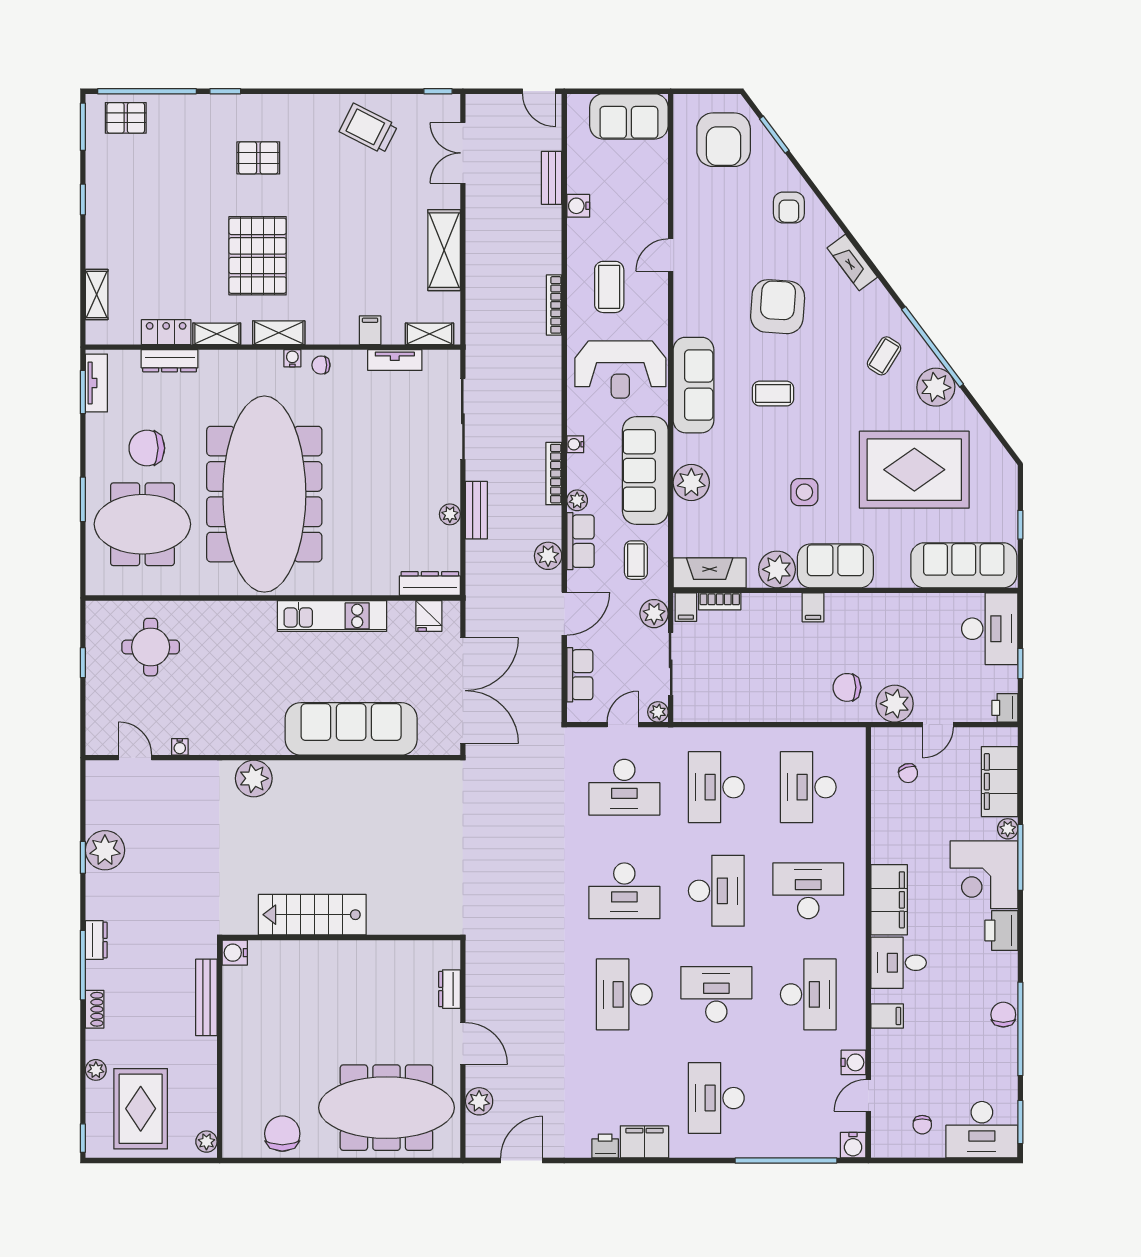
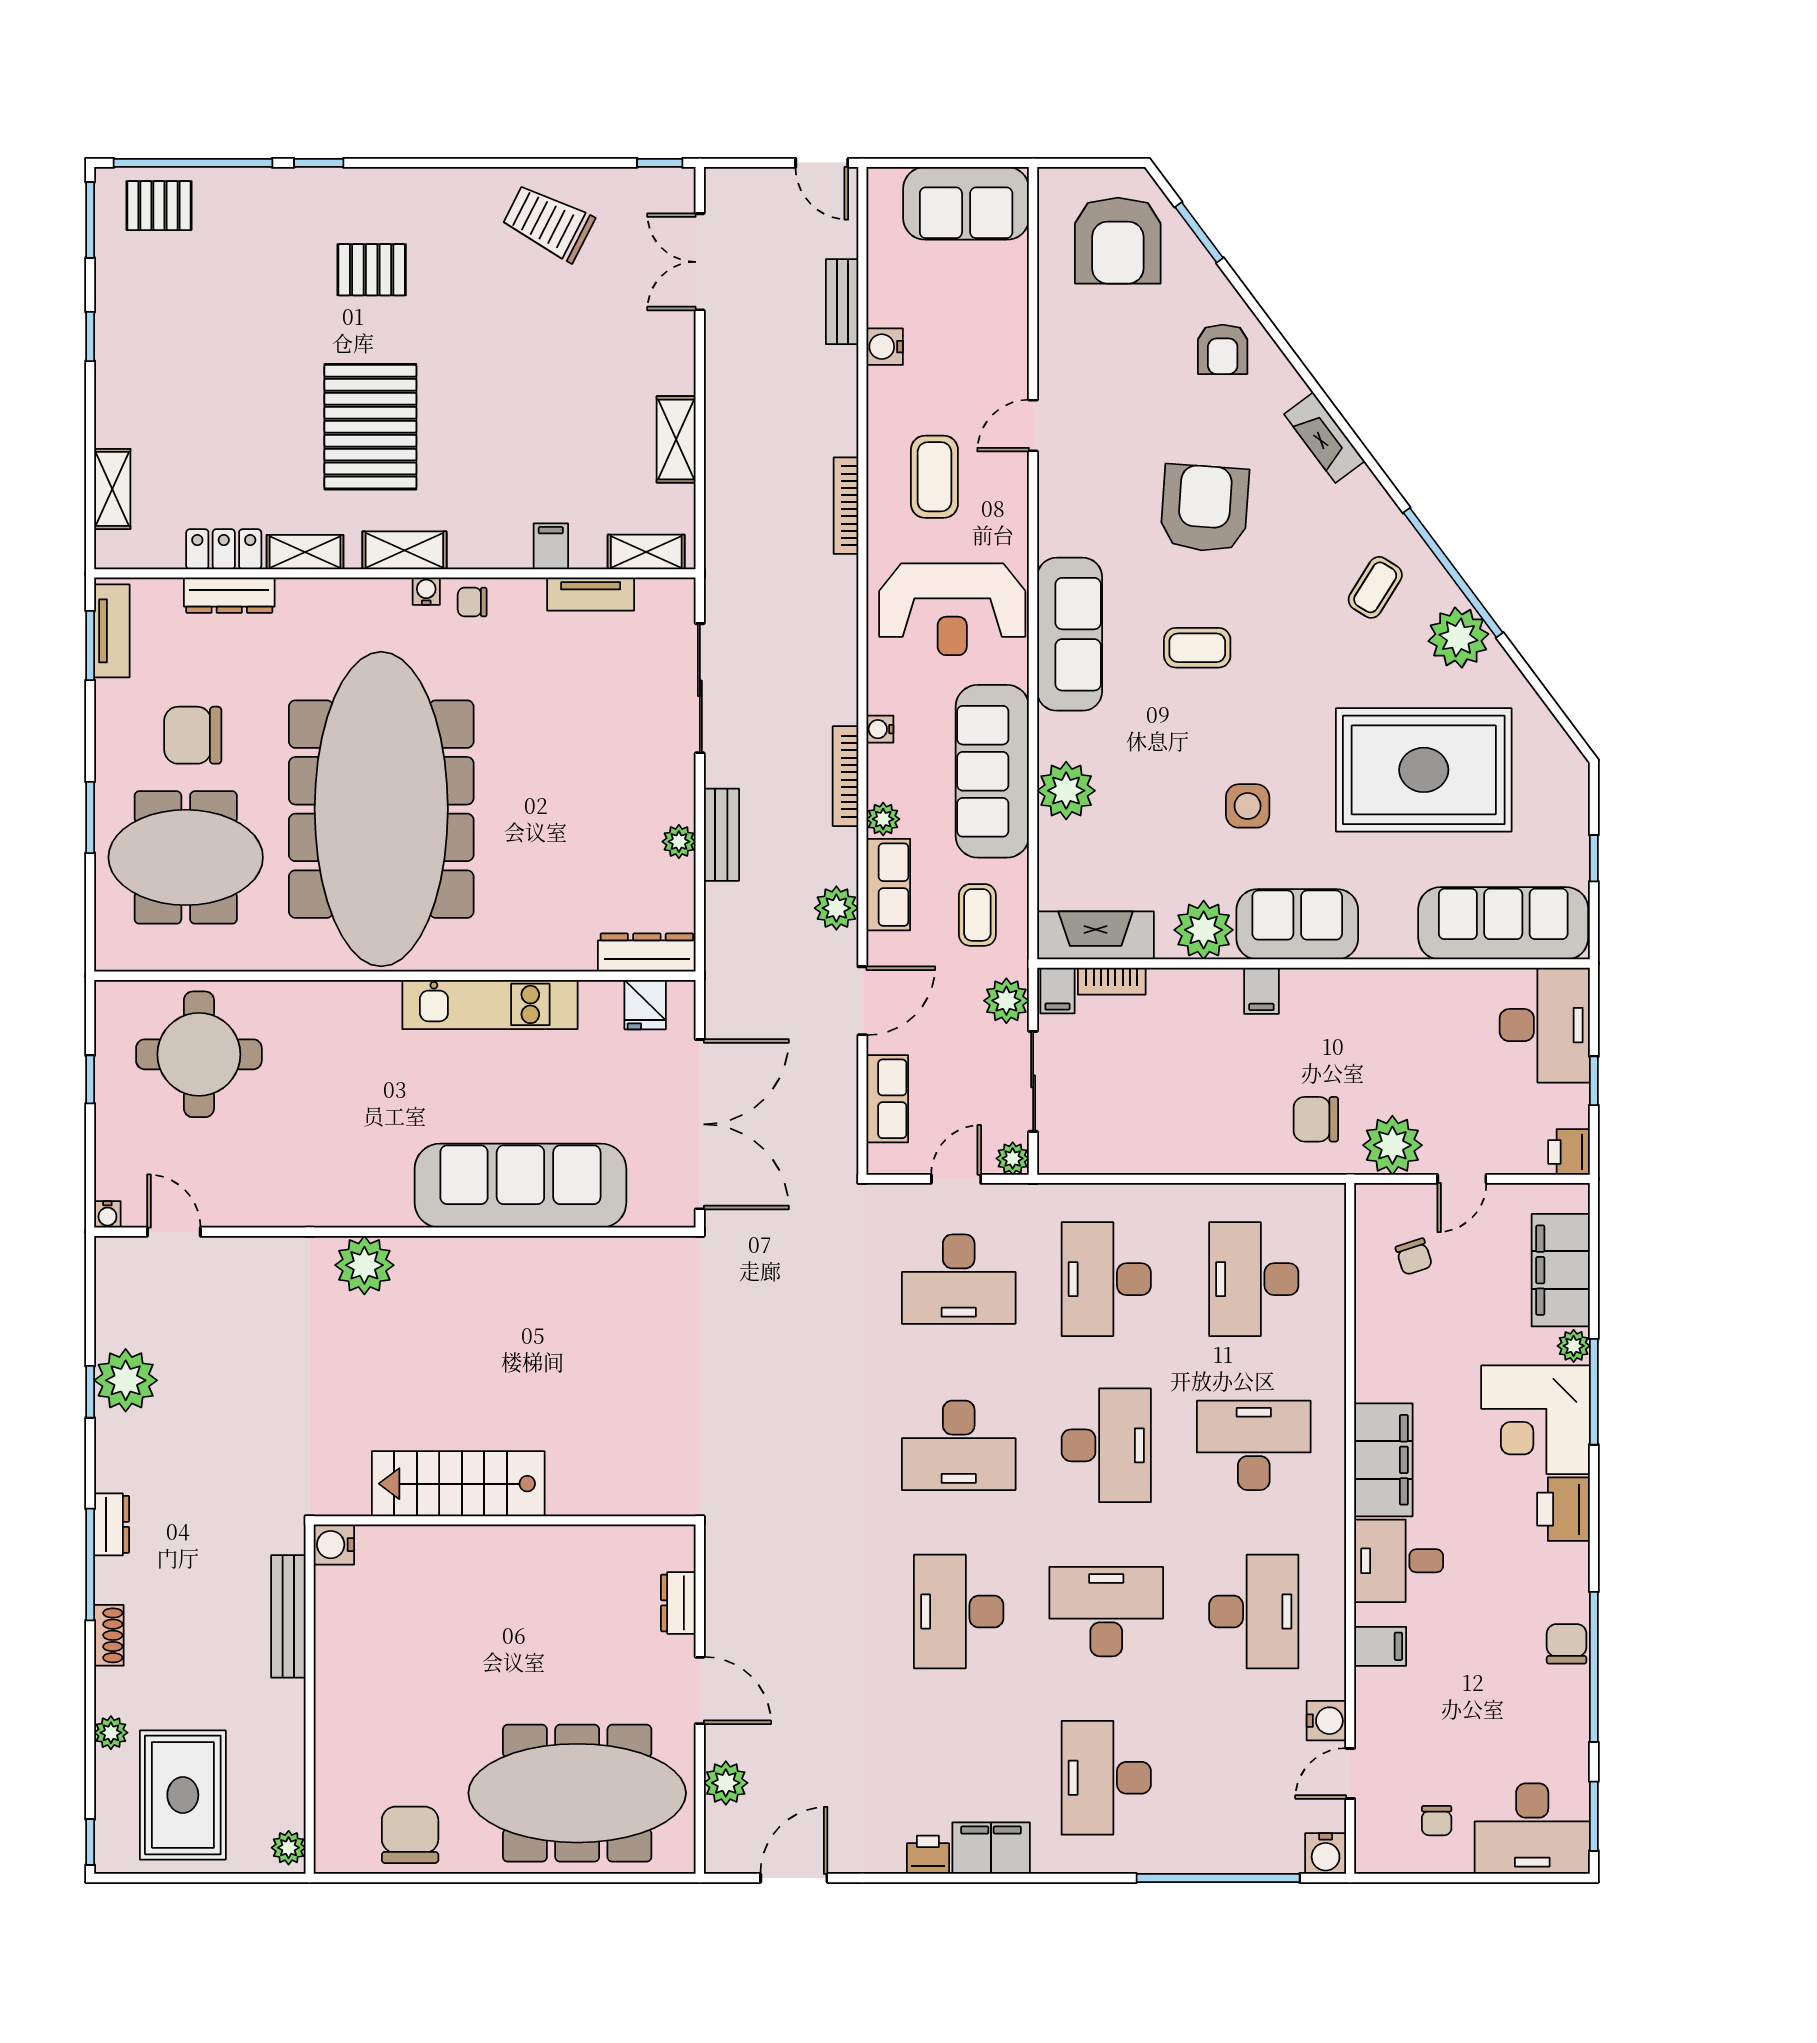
shelving: (444, 250) -> (676, 439), width x0.67, depth x0.75
round table: (151, 647) -> (199, 1054), width x1.36, depth x1.36
water cooler: (180, 747) -> (107, 1214), moved

